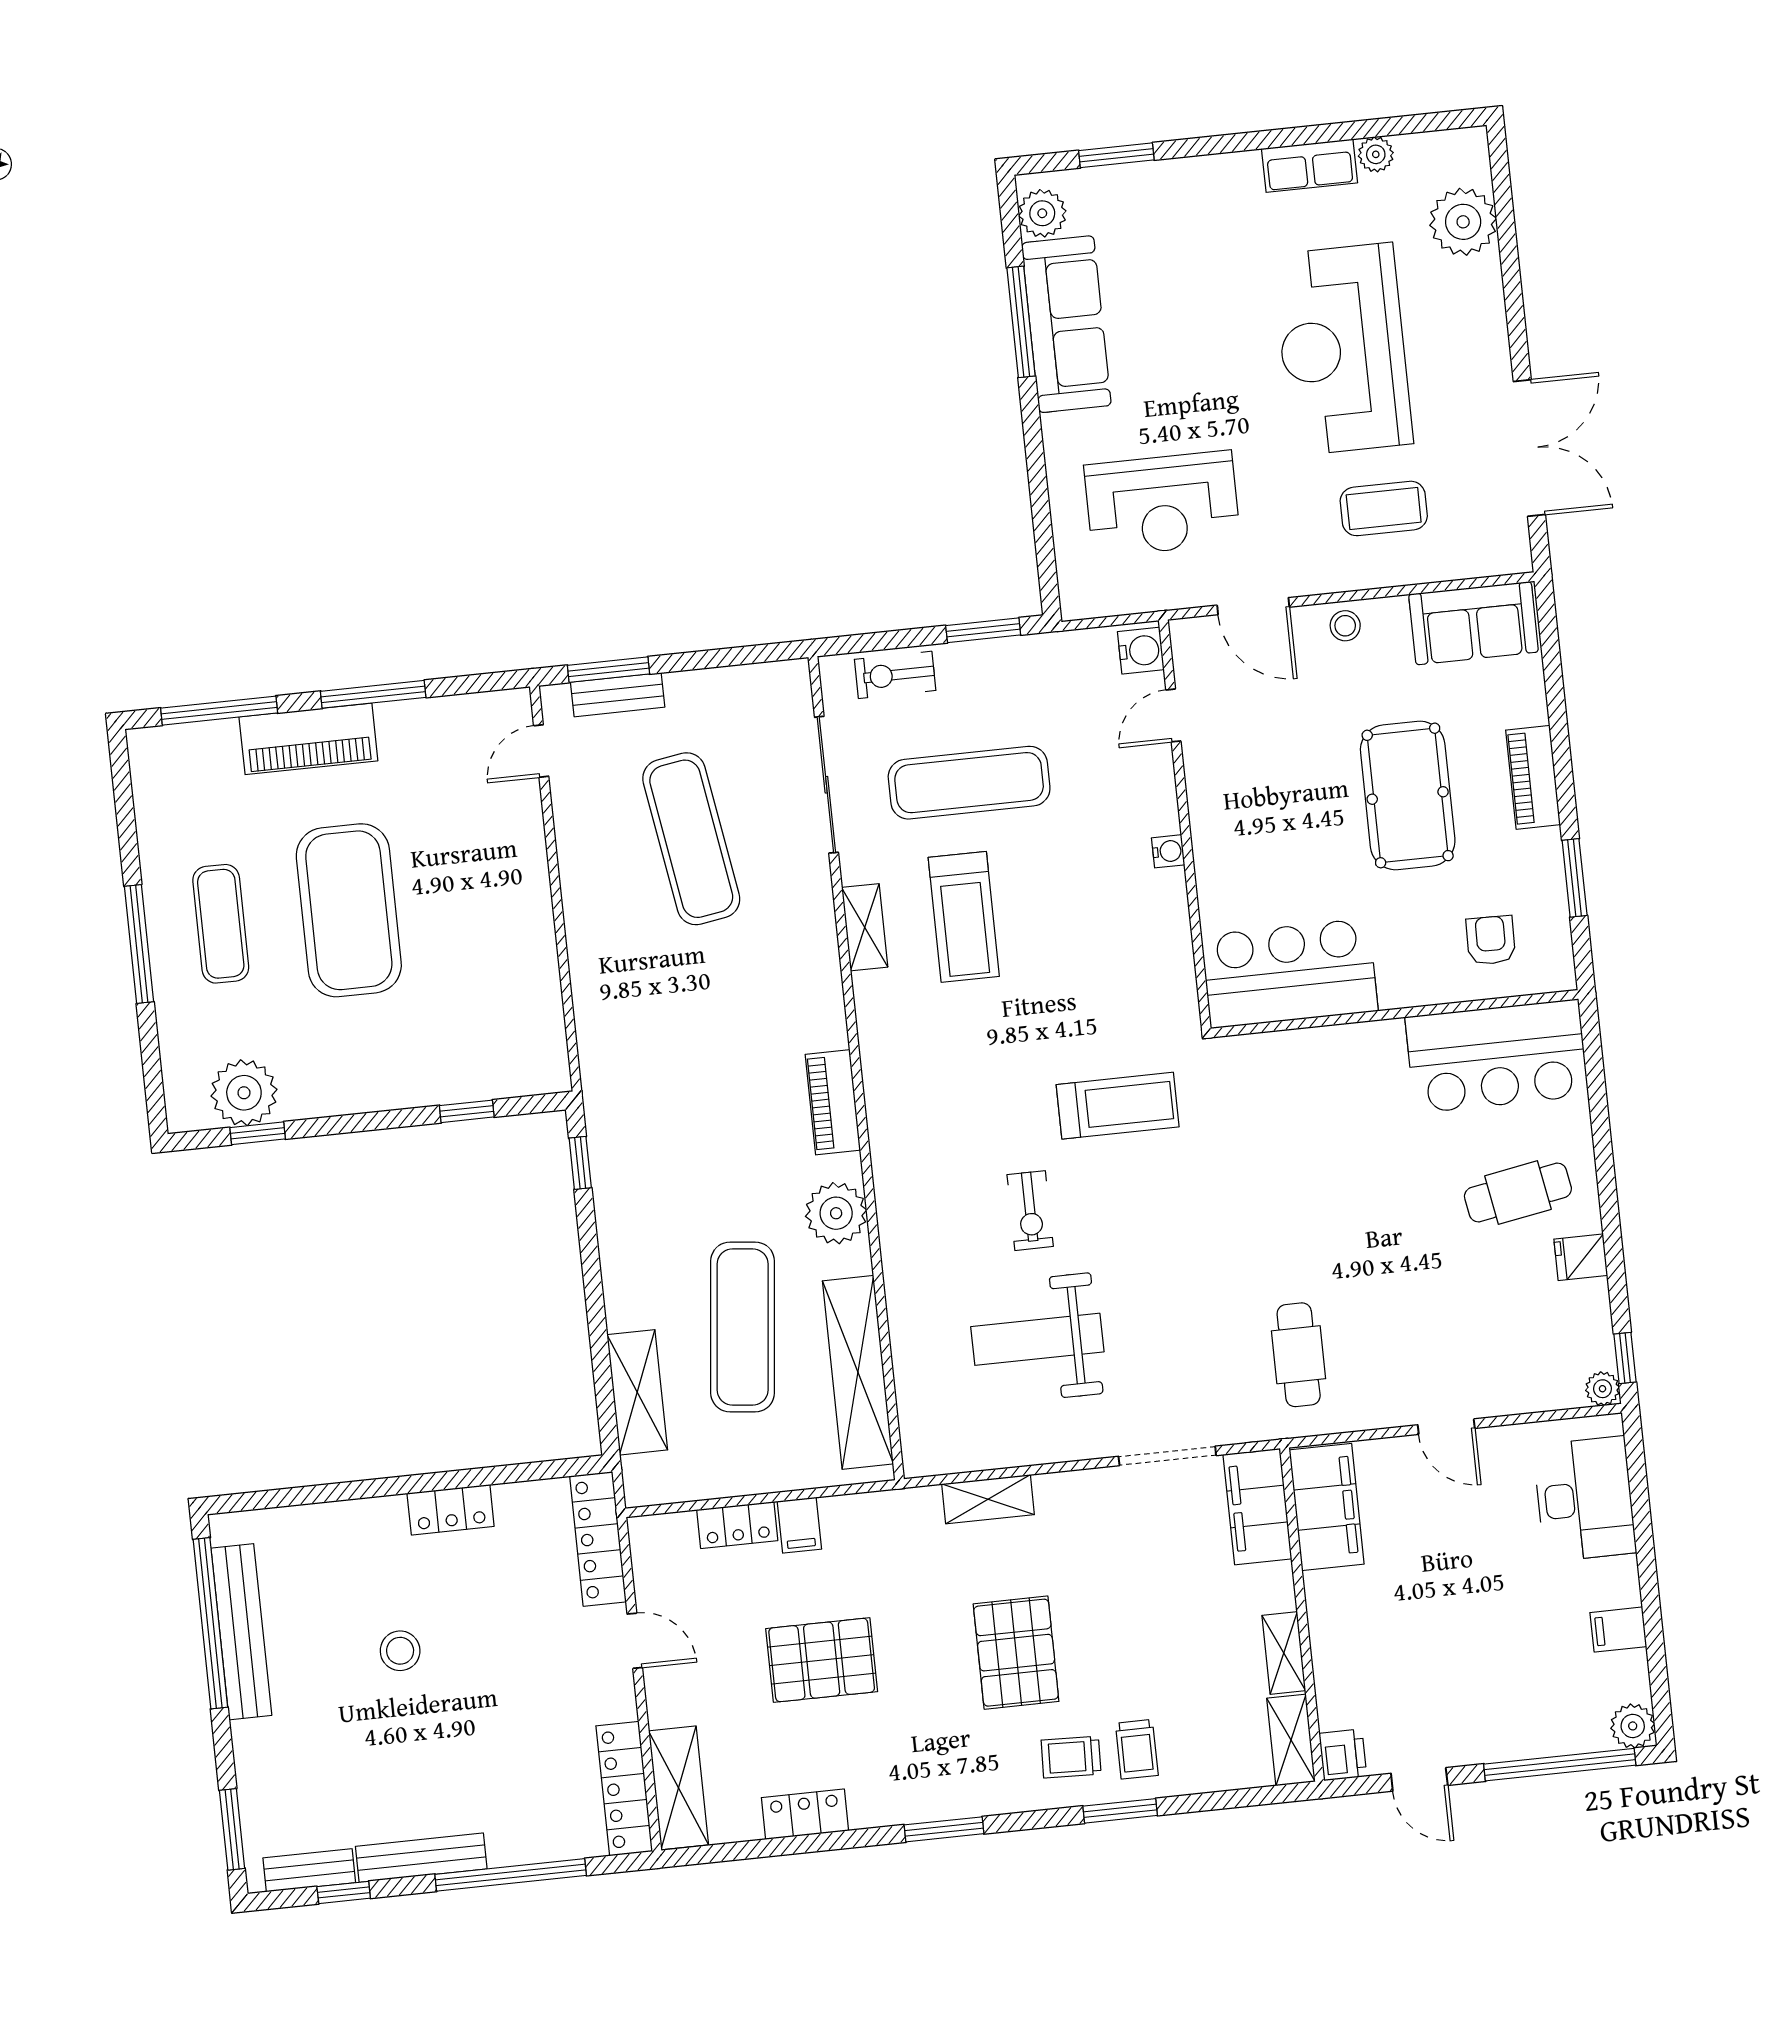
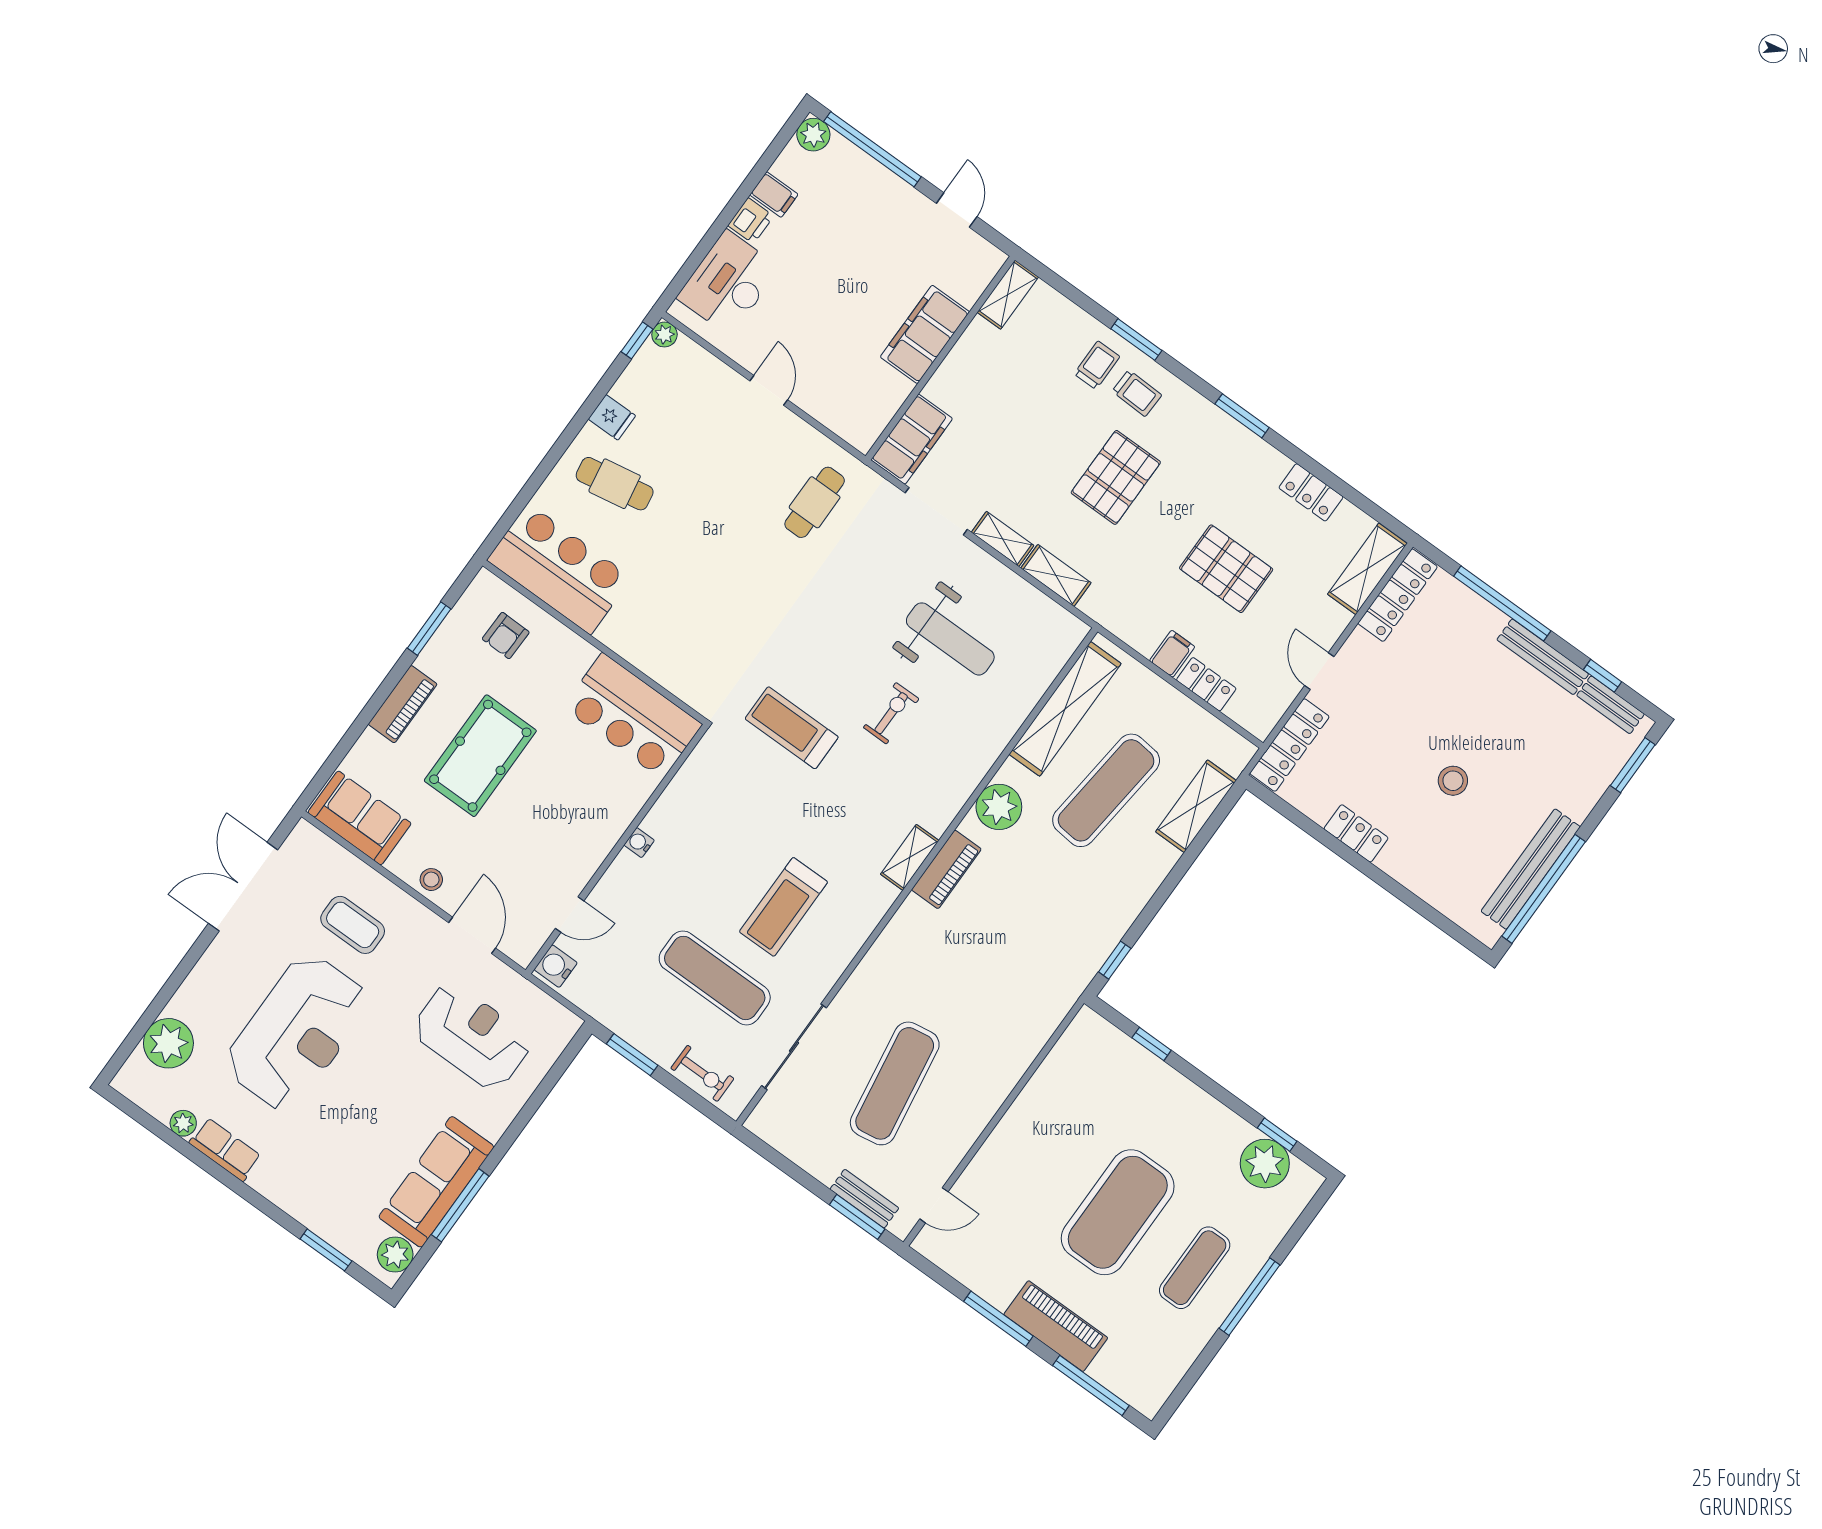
treadmill: (964, 917) -> (783, 907), turned 180
shelving: (865, 927) -> (910, 857), moved
filing cabinet: (1327, 1507) -> (925, 334), moved
shelving: (1284, 1653) -> (1003, 539), moved, turned 90
printer: (1343, 1755) -> (751, 221), moved, turned 180

